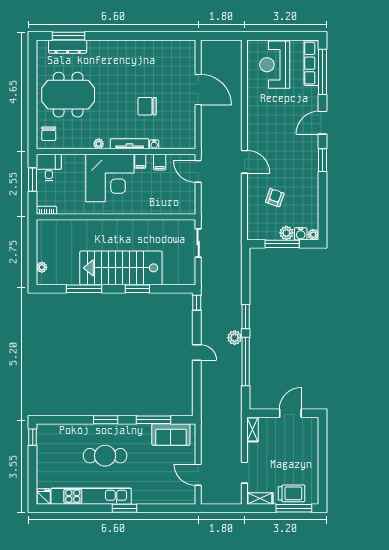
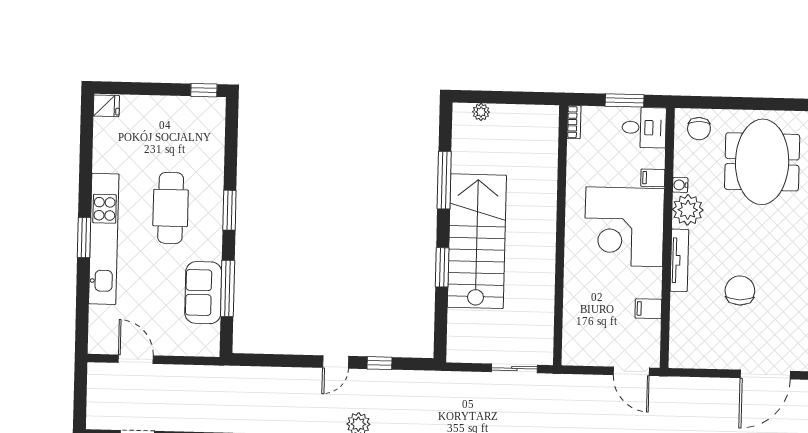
chair: (49, 134) -> (699, 129), turned -90
plant: (99, 144) -> (688, 210), width x1.88, depth x1.88
water cooler: (154, 144) -> (680, 185), moved
filing cabinet: (140, 161) -> (653, 178), moved
door: (198, 171) -> (631, 371), swing flipped
window: (197, 303) -> (380, 363), moved
sofa: (171, 434) -> (203, 293), moved
door: (198, 475) -> (136, 359), hinge flipped
kitchen unit: (91, 496) -> (104, 239), moved

